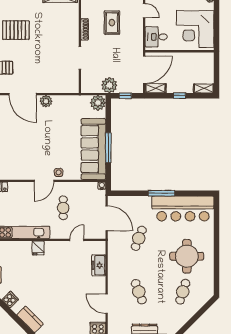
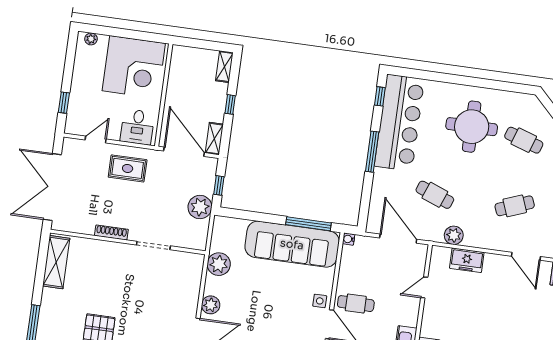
rug: (112, 23) -> (128, 168), moved
plant: (98, 103) -> (219, 264), moved
window: (108, 148) -> (308, 224), moved
window: (198, 193) -> (380, 96), added
cafe table: (63, 208) -> (356, 304), moved
door: (107, 218) -> (398, 239), hinge flipped
door: (77, 240) -> (424, 287), hinge flipped
plant: (114, 254) -> (454, 235), added
door: (107, 304) -> (526, 256), hinge flipped

